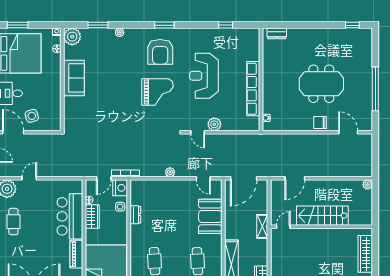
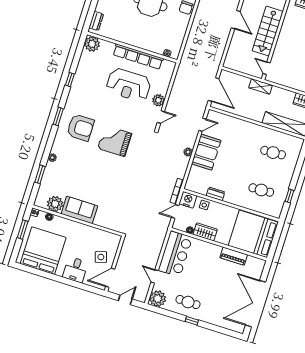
window: (18, 25) -> (23, 230), moved
window: (226, 25) -> (70, 80), moved
plant: (251, 36) -> (92, 44), added
plant: (72, 37) -> (55, 204), moved
reception desk: (204, 76) -> (129, 85), moved
grand piano: (157, 92) -> (115, 141), turned -90
door: (104, 178) -> (175, 212), swing flipped
door: (295, 178) -> (236, 20), moved
bar counter: (70, 216) -> (175, 254), moved, turned -90
booth: (210, 216) -> (206, 152), moved, turned 90

